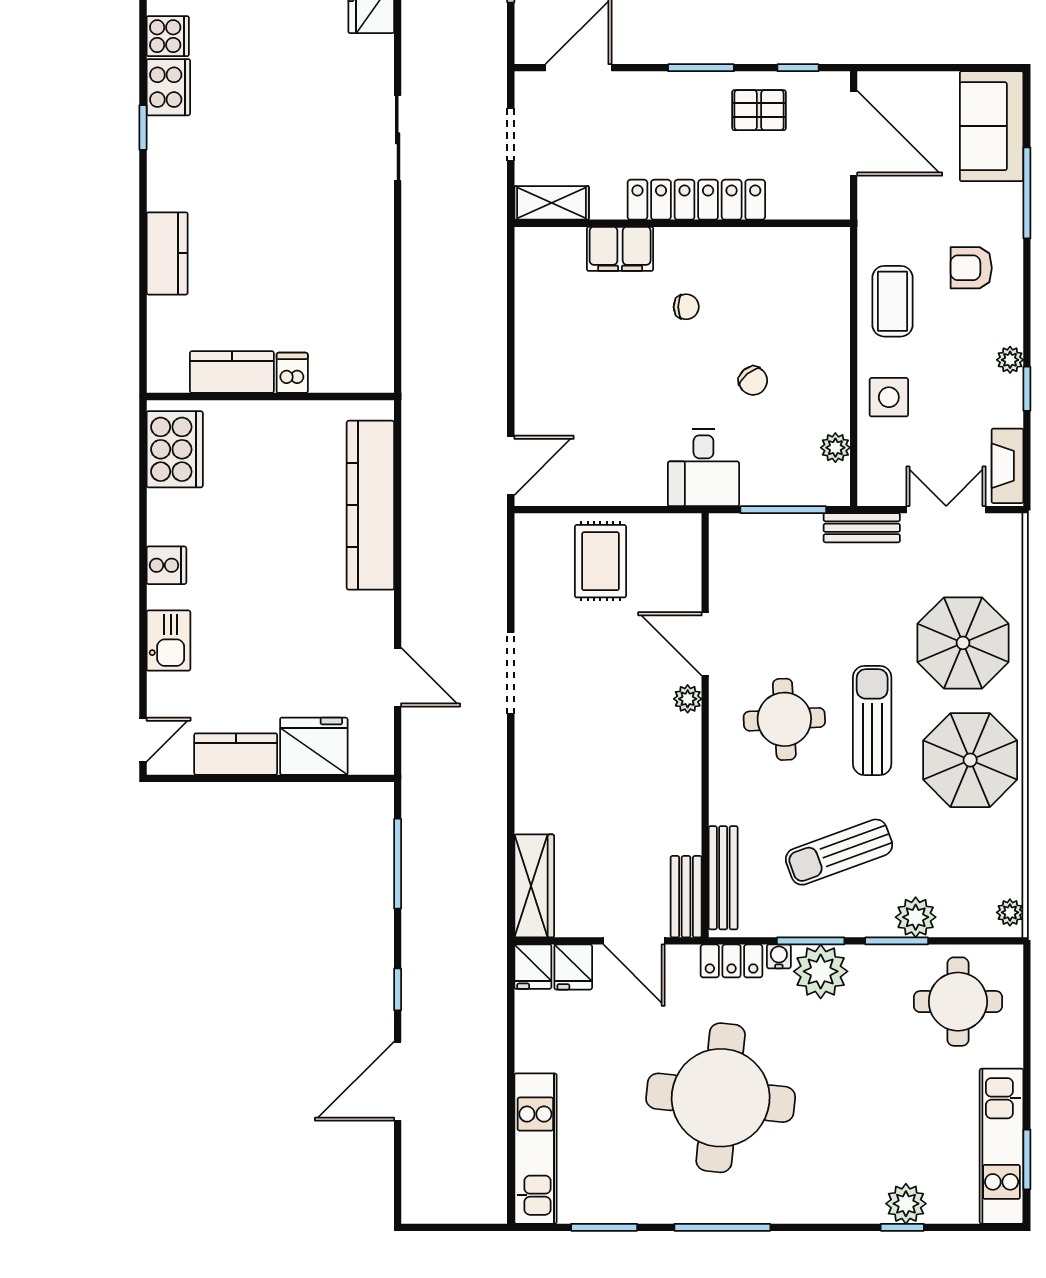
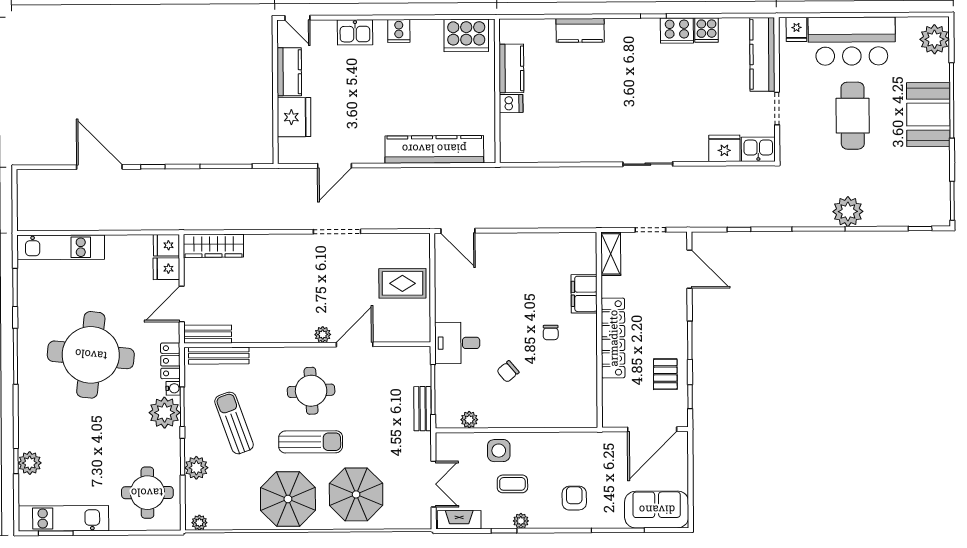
coffee table: (893, 301) -> (512, 484), moved, width x0.73, depth x0.77
bench: (862, 528) -> (423, 409), moved

